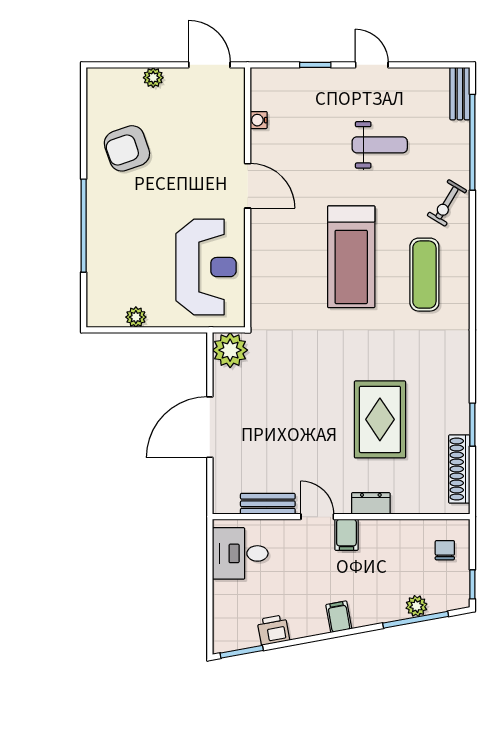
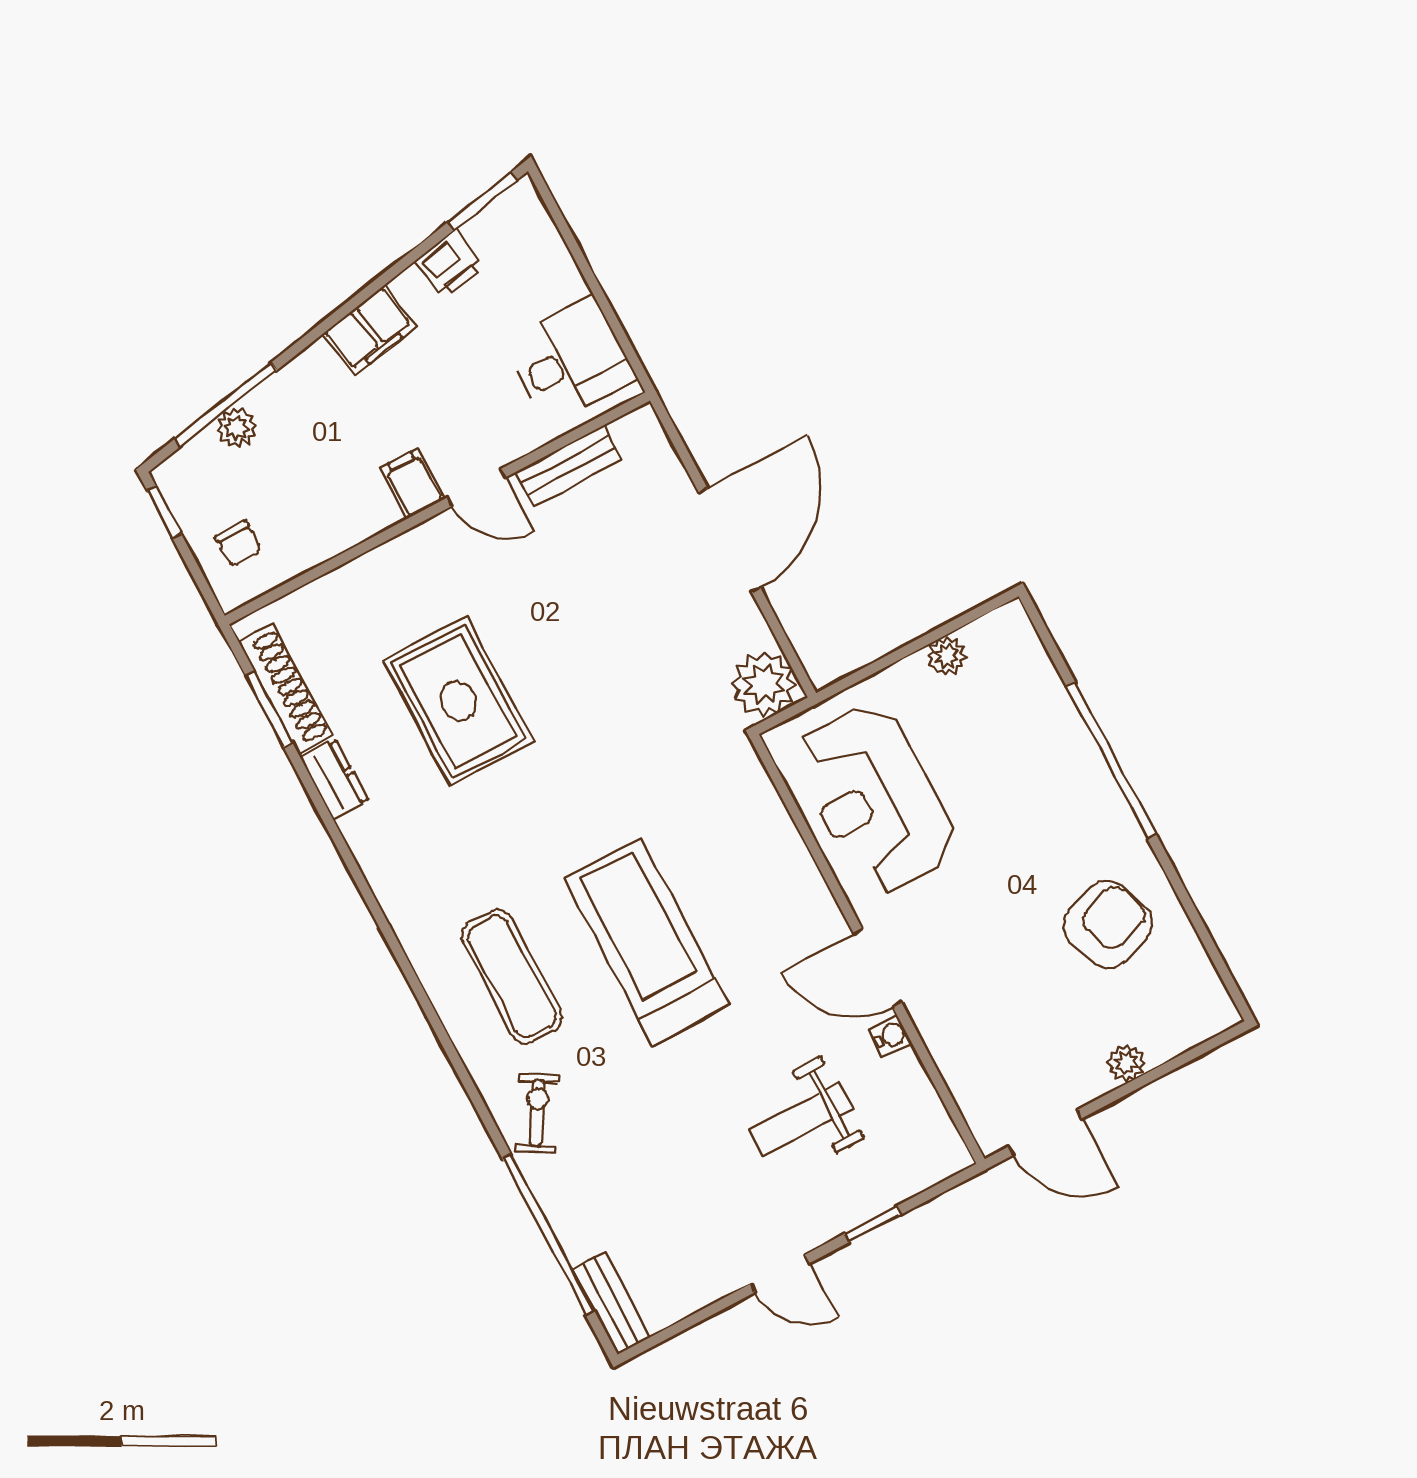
water cooler: (259, 120) -> (891, 1036), moved
weight bench: (380, 145) -> (801, 1119), moved
window: (472, 425) -> (269, 710), moved
dresser: (371, 503) -> (334, 779), moved, turned -90
filing cabinet: (339, 617) -> (370, 330), width x2.00

